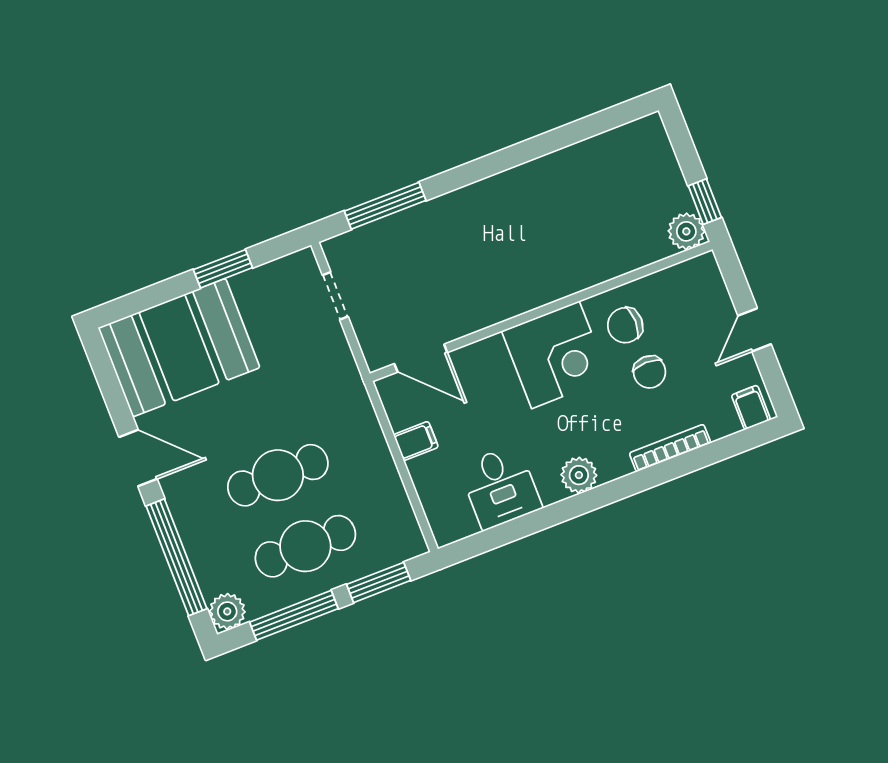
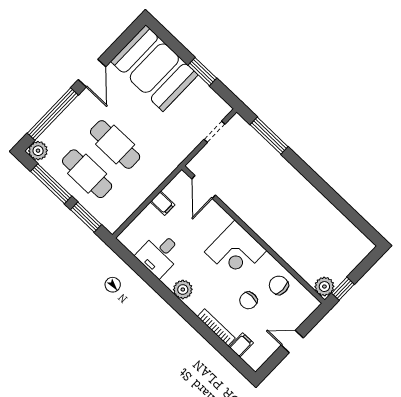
chair: (625, 325) -> (279, 285), moved
filing cabinet: (751, 407) -> (241, 345), moved

